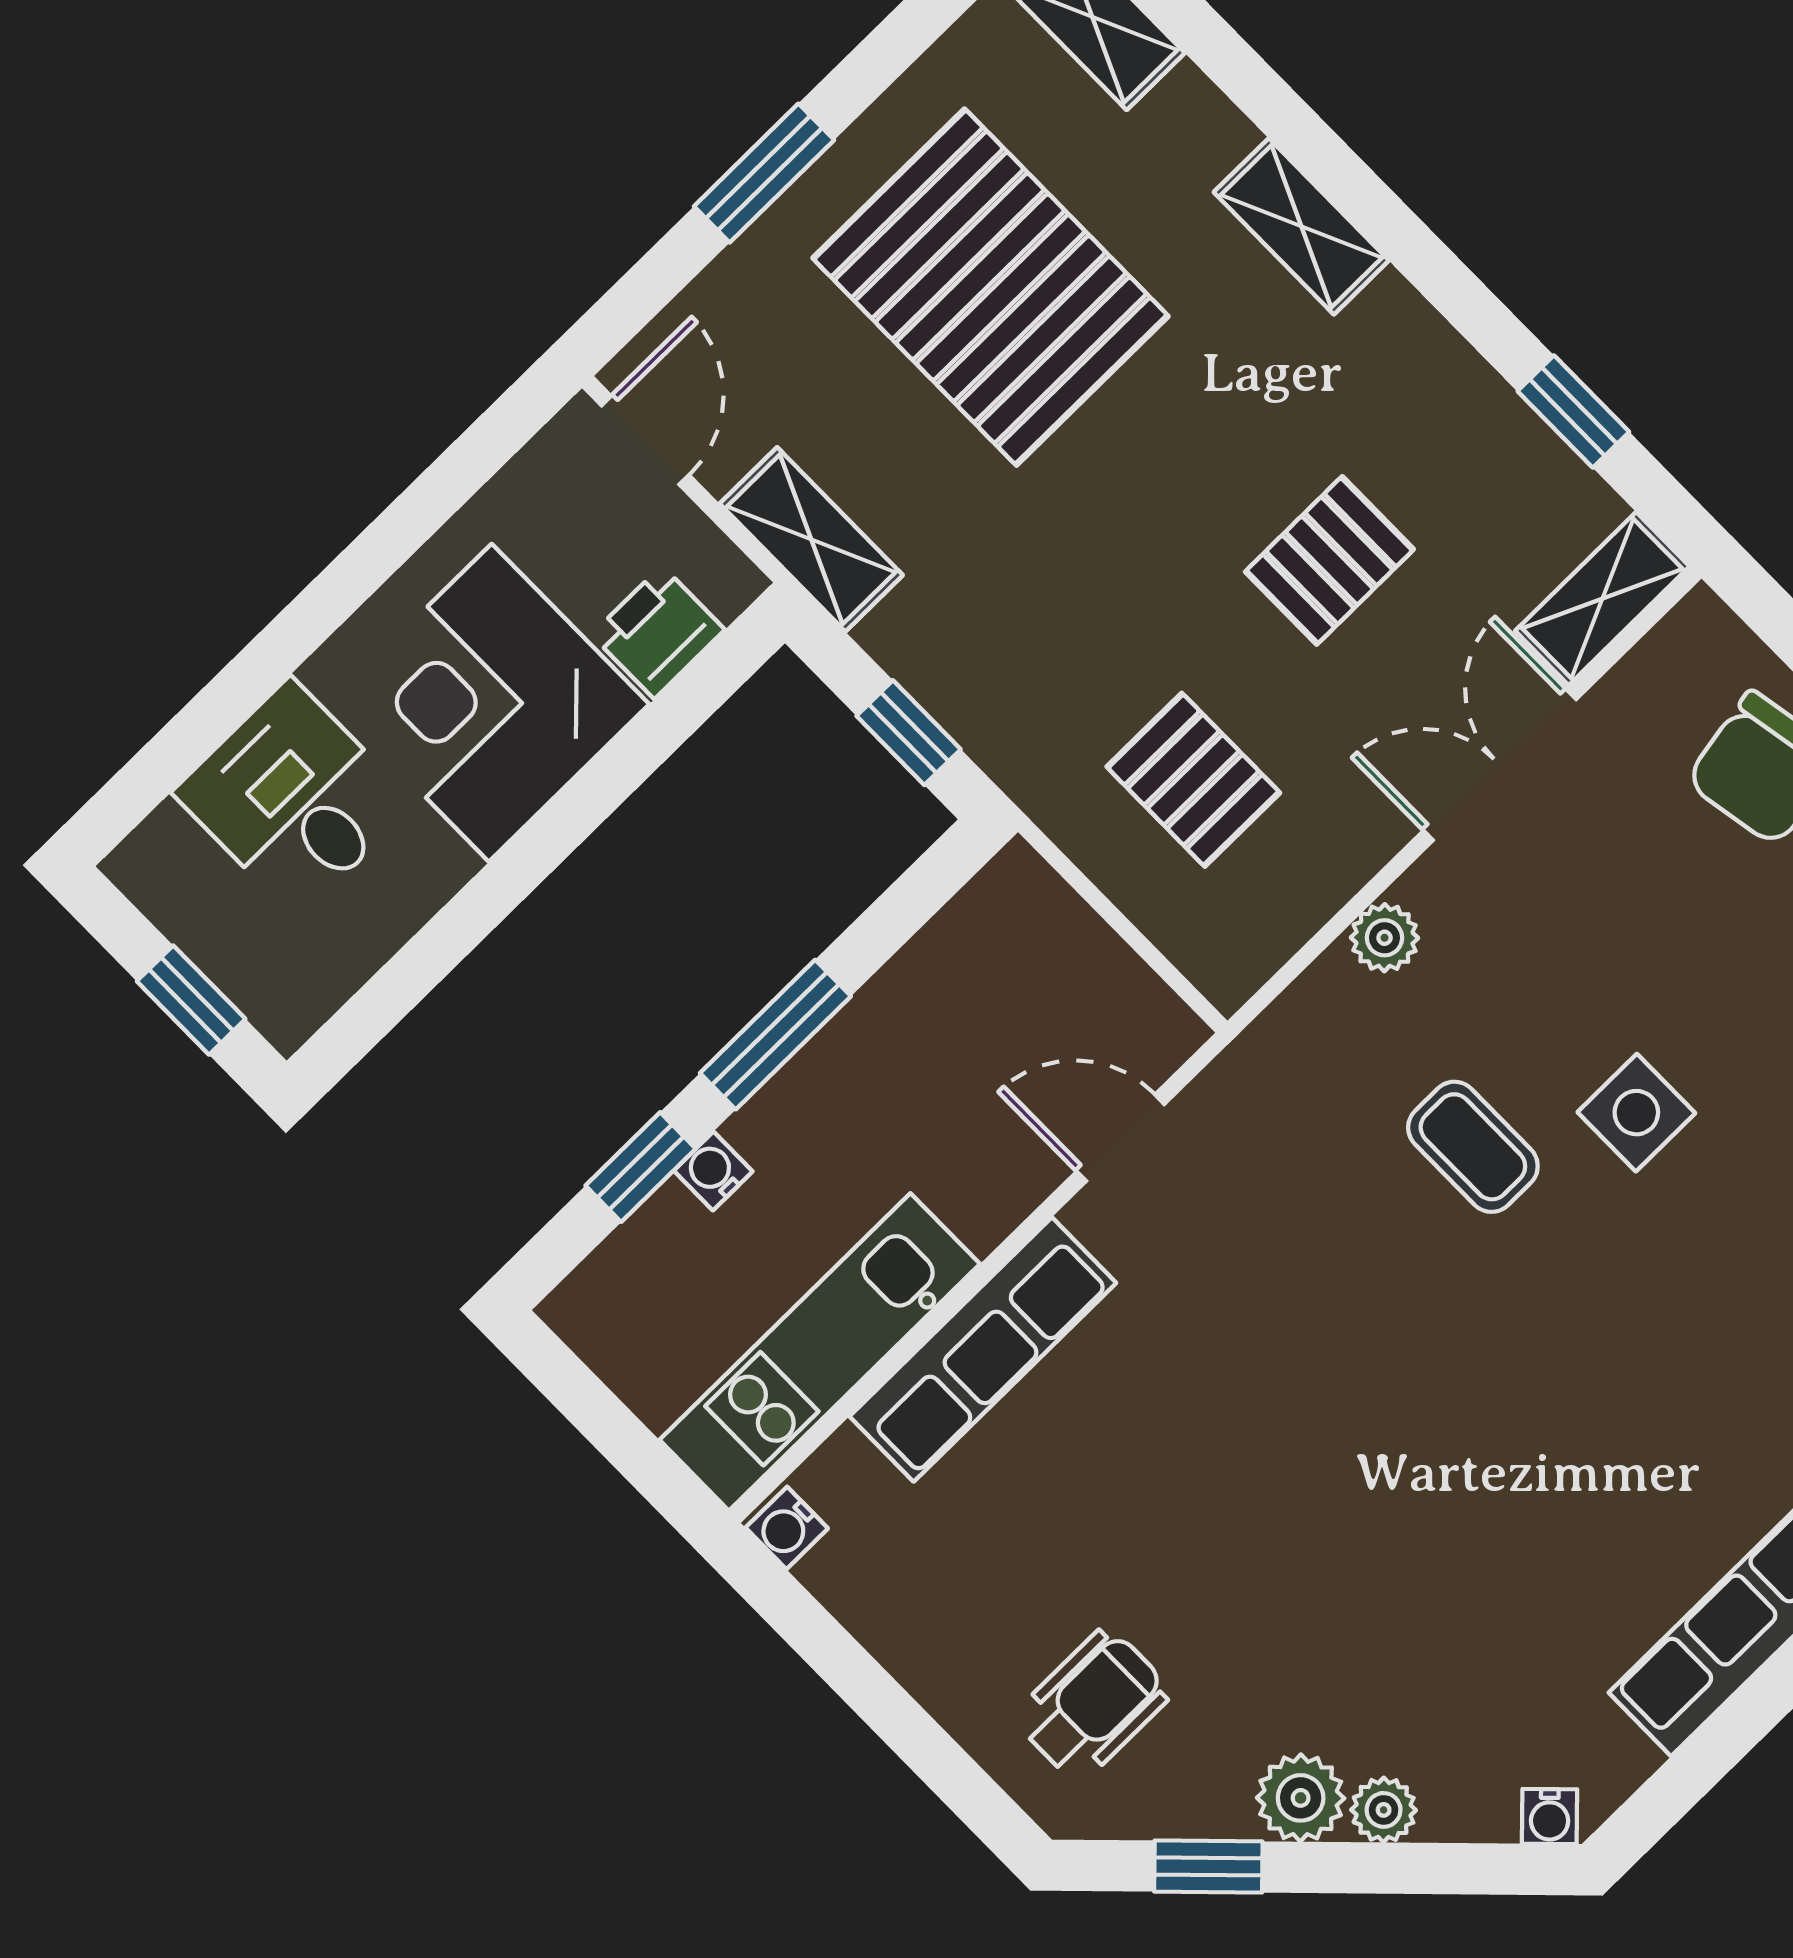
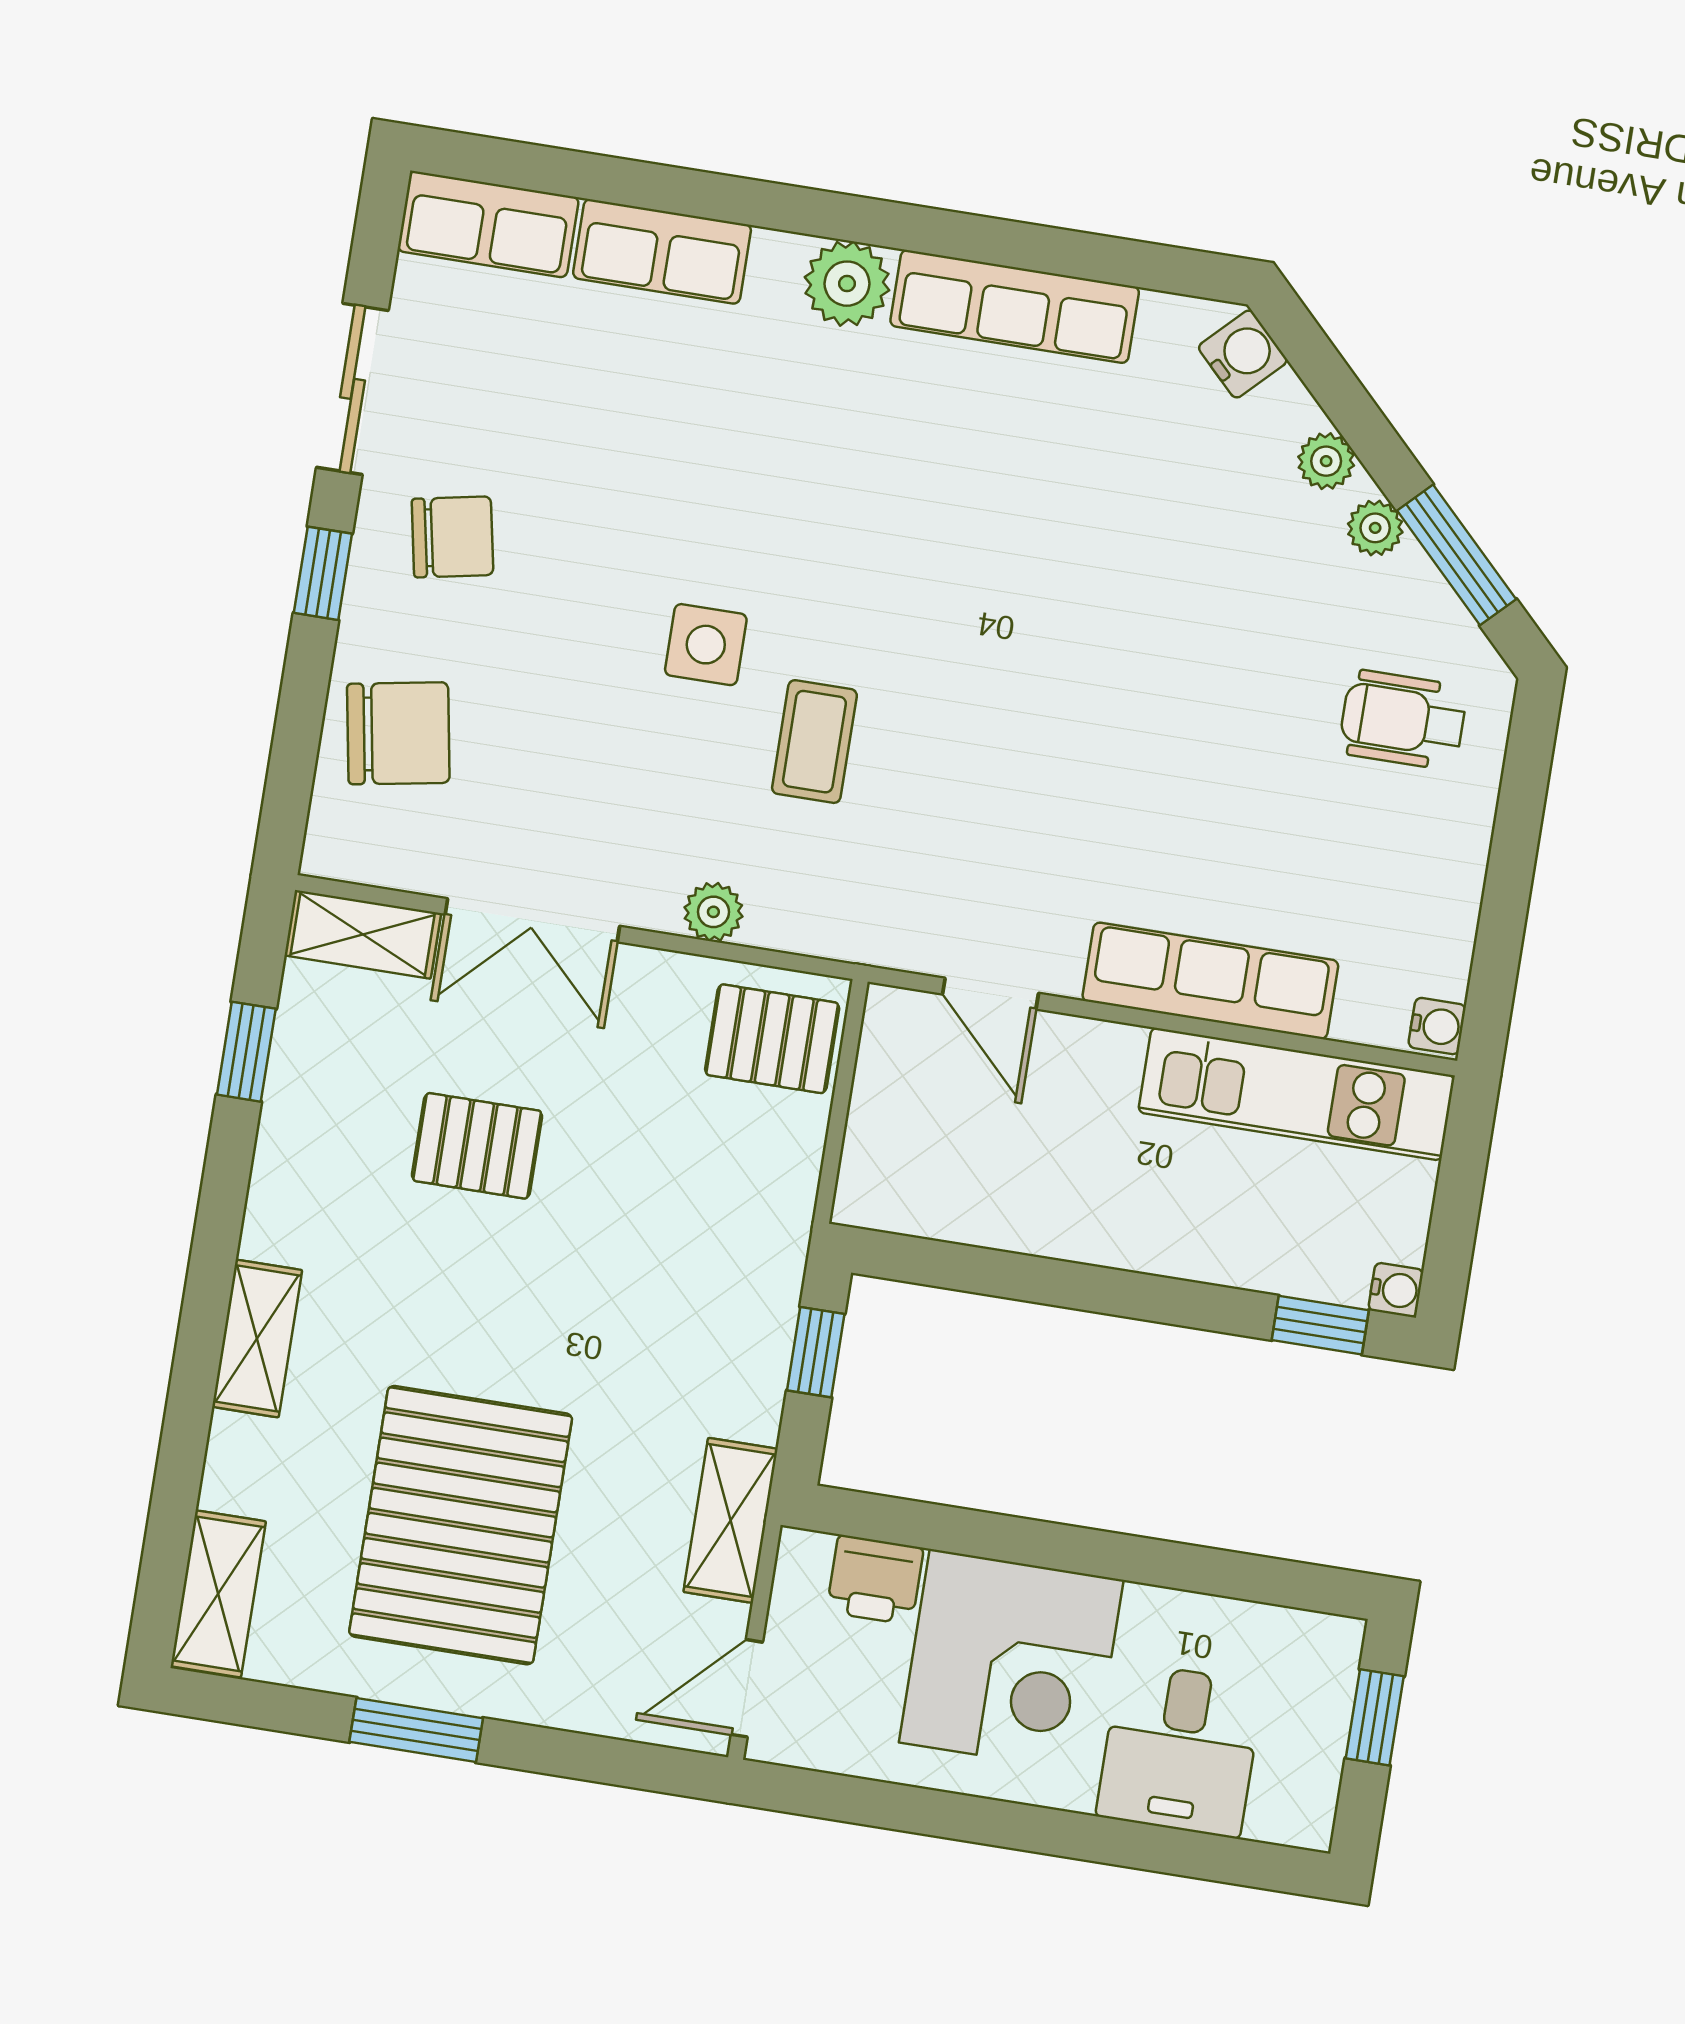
window: (764, 173) -> (416, 1730), moved
pallet: (1193, 780) -> (772, 1039), moved, turned 90
window: (775, 1035) -> (1097, 1289), removed
window: (641, 1167) -> (1320, 1325), moved
water cooler: (713, 1171) -> (1396, 1290), moved, turned -90
plant: (1301, 1798) -> (1375, 528), width x0.73, depth x0.73
water cooler: (1550, 1816) -> (1243, 354), width x1.38, depth x1.38
window: (1208, 1866) -> (1457, 555), width x1.50

